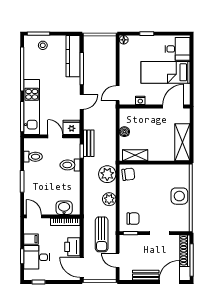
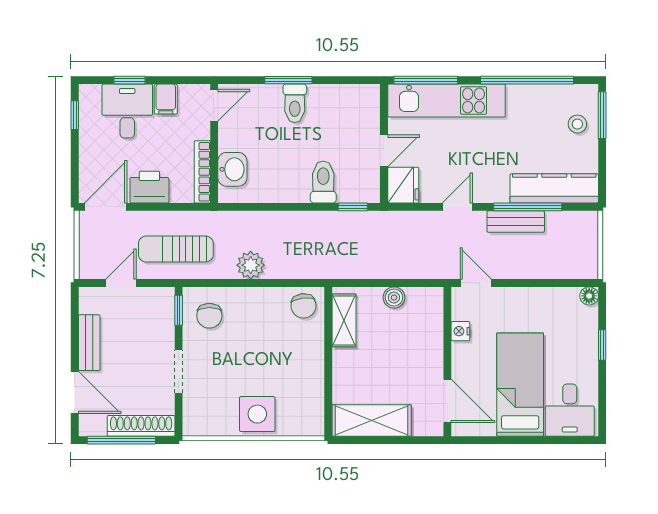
door: (82, 102) -> (457, 207), swing flipped
bench: (89, 143) -> (516, 222), moved
toilet: (33, 157) -> (295, 103), moved
plant: (107, 174) -> (304, 261), removed

